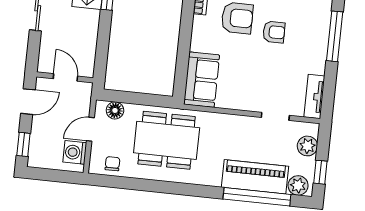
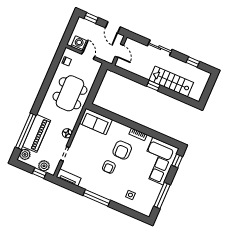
door: (65, 77) -> (119, 51), hinge flipped
floor lamp: (115, 110) -> (67, 133), moved
window: (320, 172) -> (39, 173), moved

